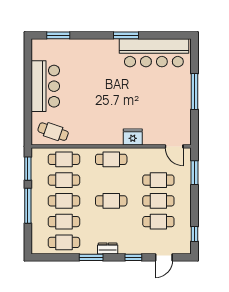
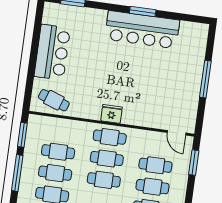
bar counter: (154, 53) -> (142, 30), moved
fridge: (133, 137) -> (111, 114), moved
cafe table: (64, 159) -> (107, 158), moved

